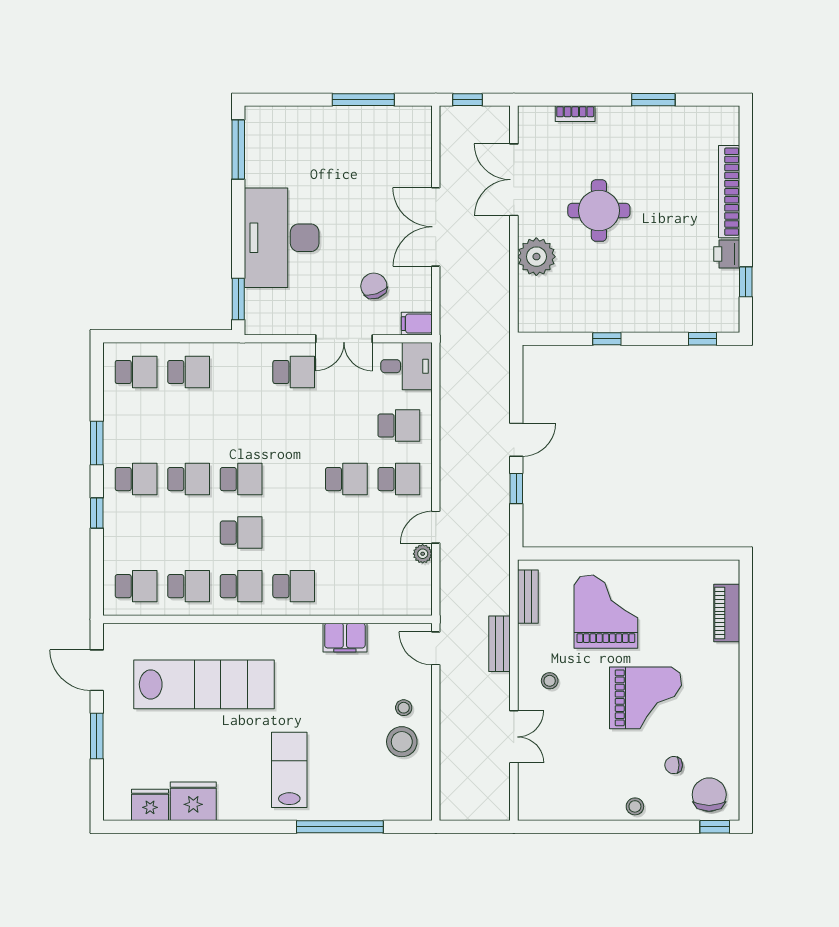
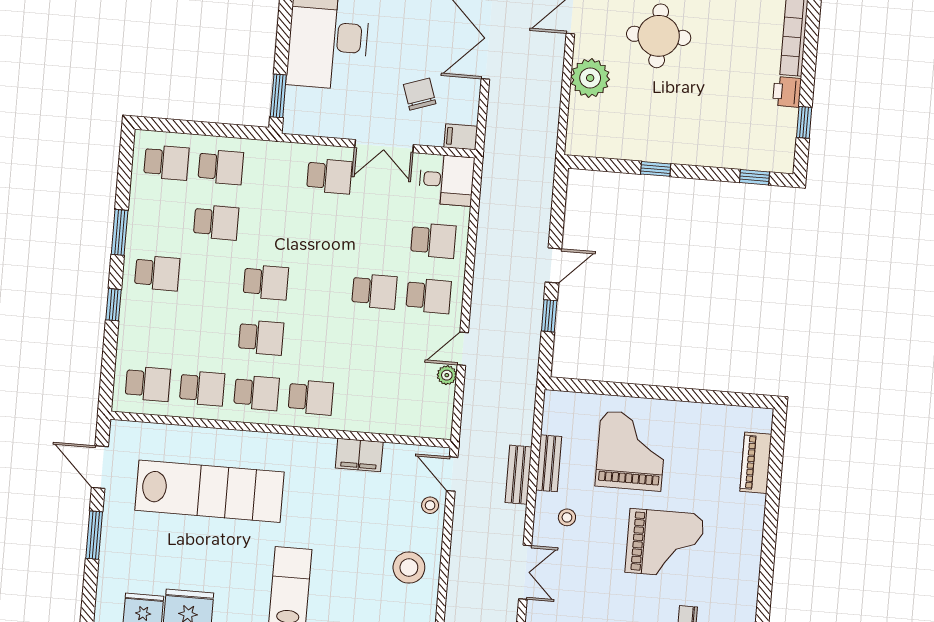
school desk: (189, 479) -> (216, 222), moved
bench: (528, 597) -> (549, 463), moved
stool: (404, 708) -> (430, 505), moved

